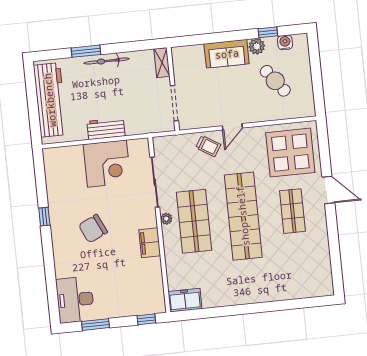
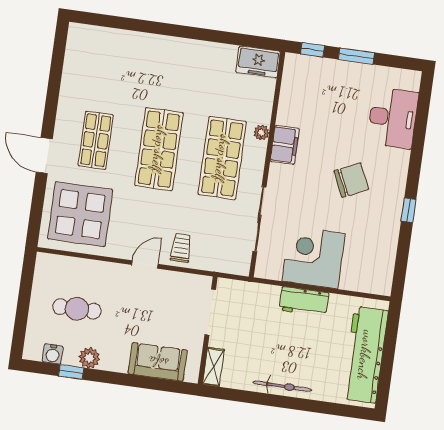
window: (86, 51) -> (305, 405), removed
sofa: (227, 54) -> (158, 362), moved
cafe table: (275, 81) -> (77, 309), turned -53
trolley: (208, 146) -> (181, 248), turned 58
shop shelf: (243, 216) -> (159, 149), width x0.71
plant: (166, 219) -> (261, 133), moved
desk: (75, 300) -> (393, 118), moved
window: (95, 325) -> (356, 56), moved

